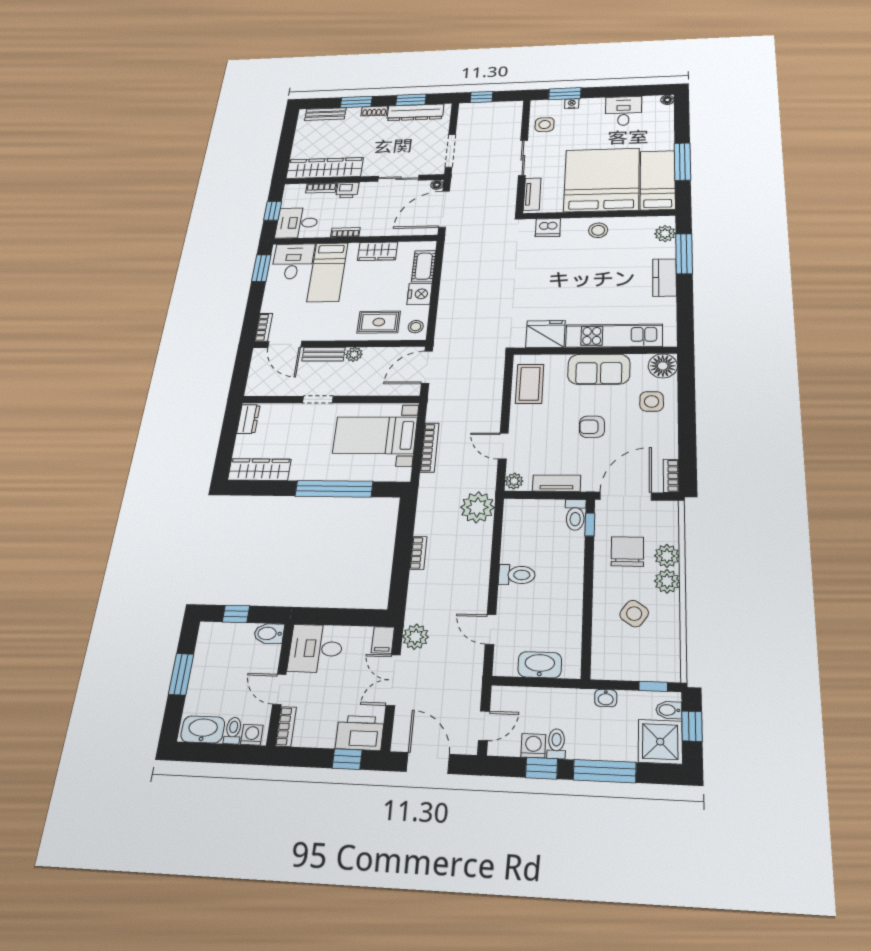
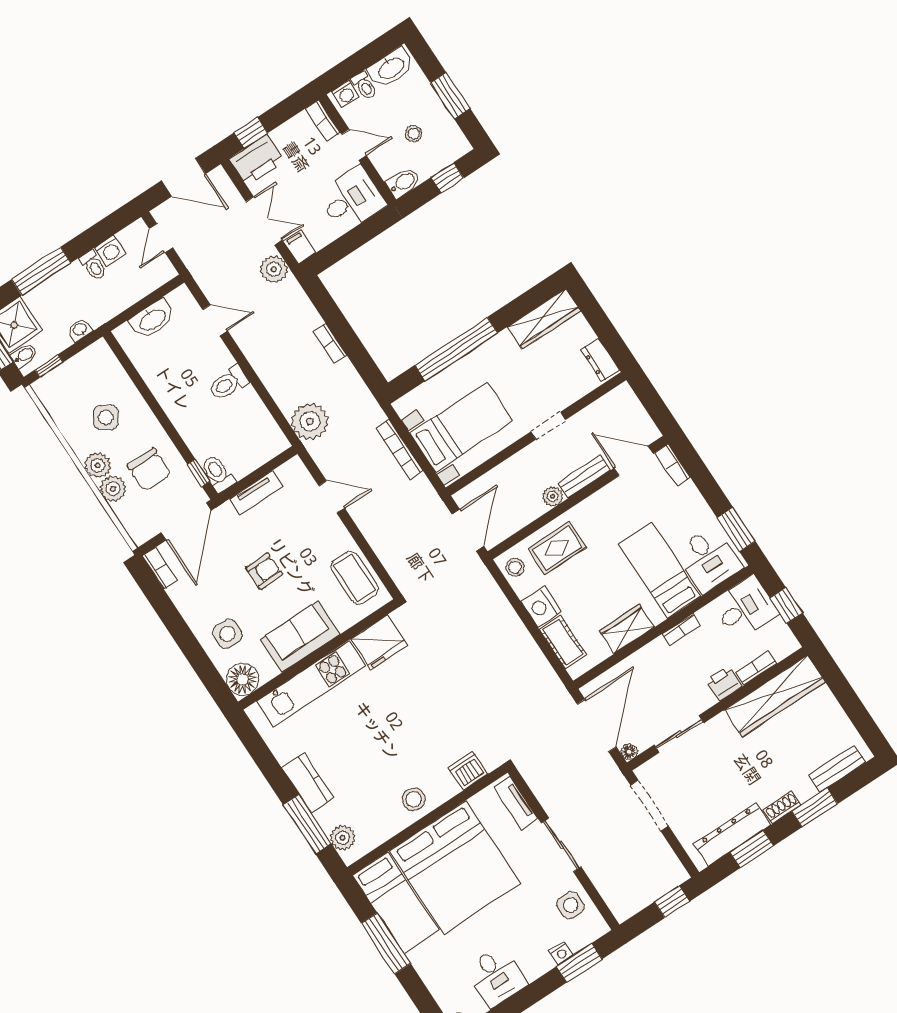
plant: (514, 481) -> (296, 469), removed
stool: (231, 665) -> (414, 134), added
window: (541, 768) -> (91, 238), removed

